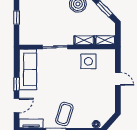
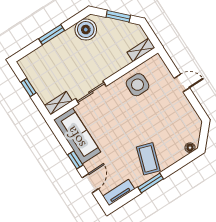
shelving: (84, 40) -> (58, 103), moved

